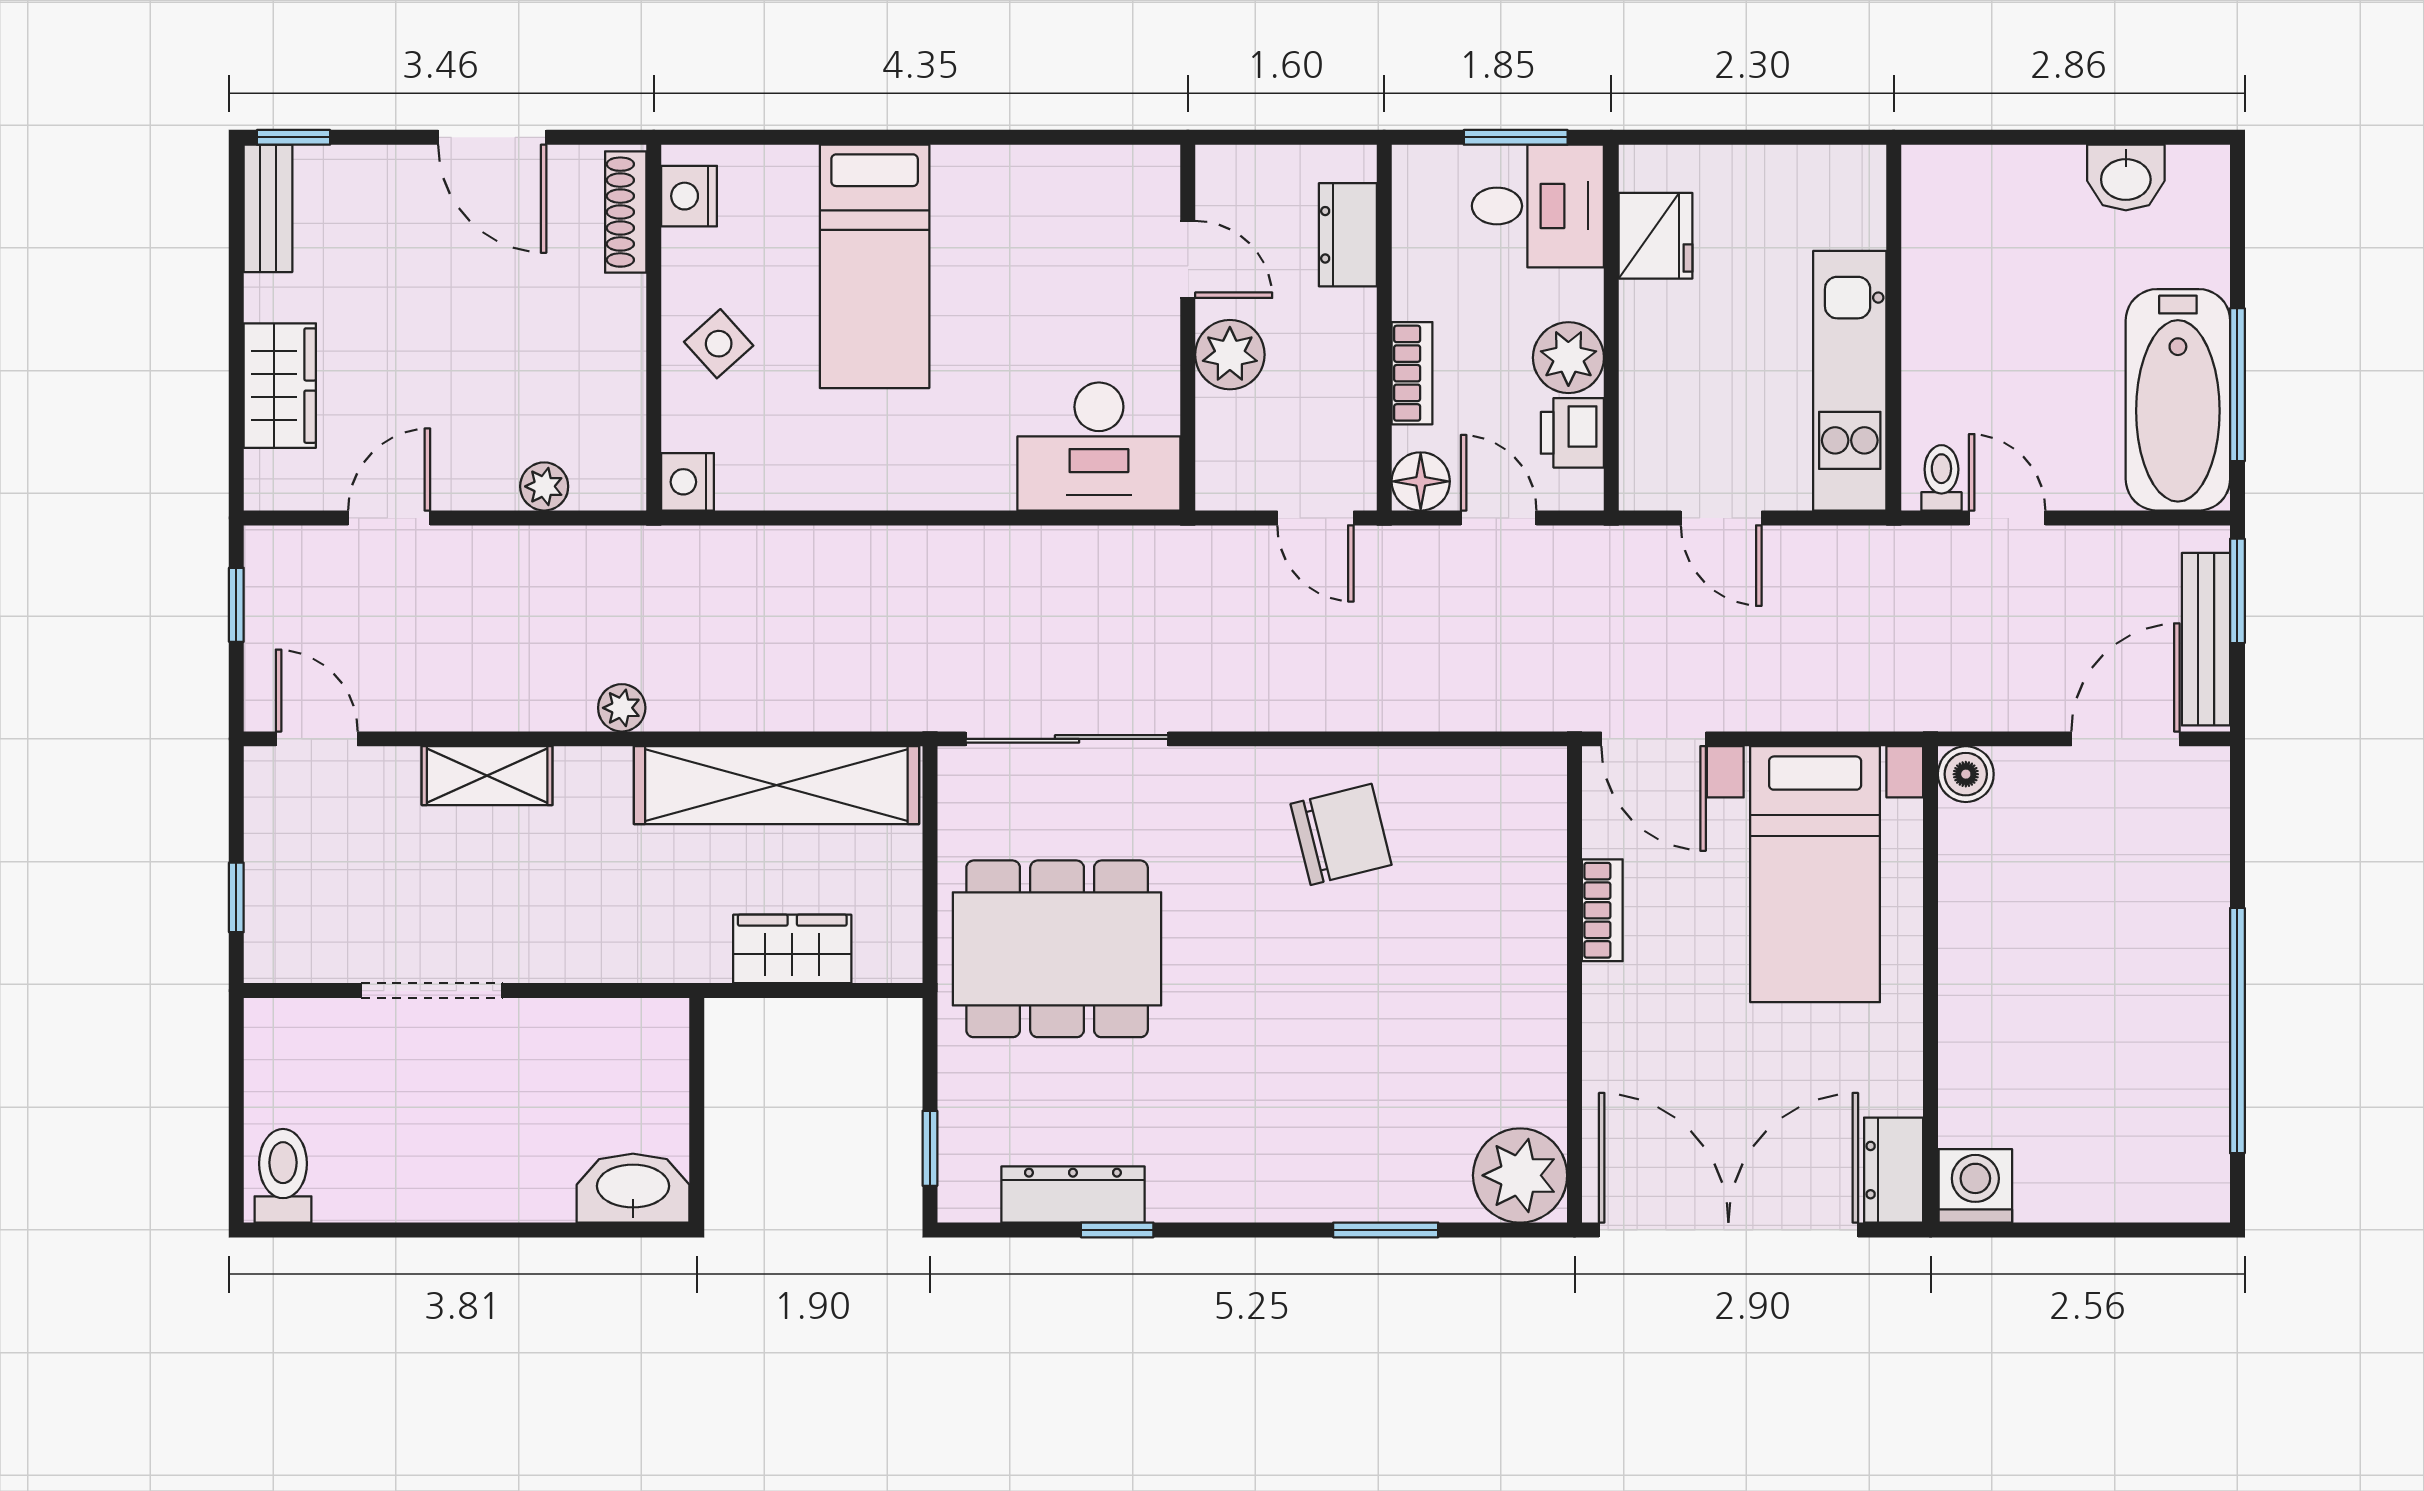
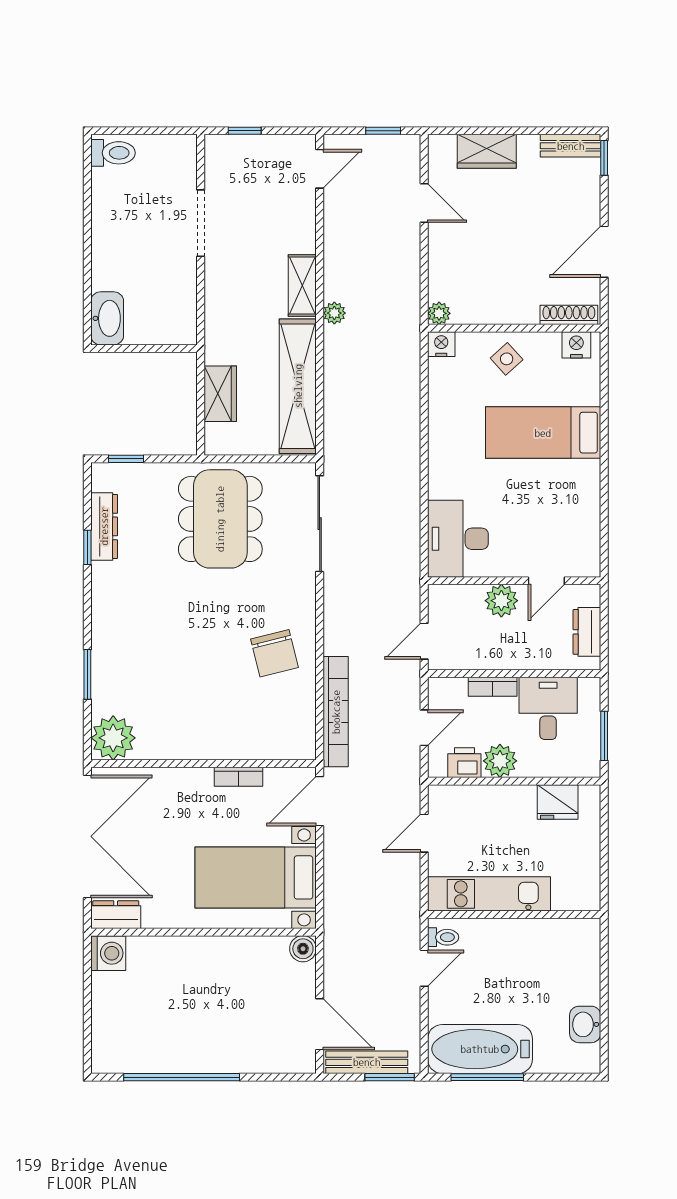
desk: (1538, 206) -> (548, 708), moved, turned 180
dresser: (1348, 235) -> (587, 632), moved, turned -90
floor lamp: (1421, 481) -> (441, 691), removed
plant: (544, 486) -> (439, 313), moved
bookcase: (1465, 705) -> (336, 712), added
shelving: (487, 776) -> (302, 286), moved

